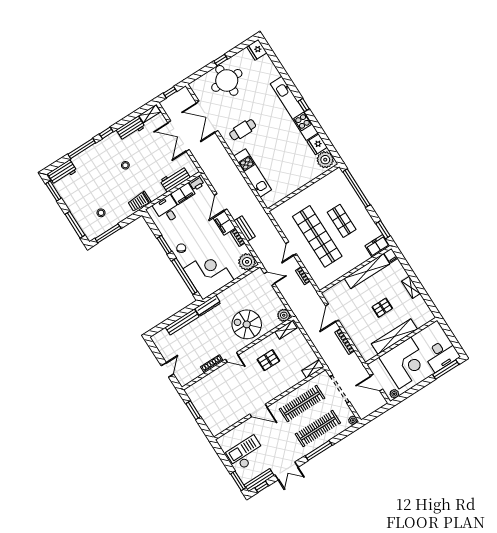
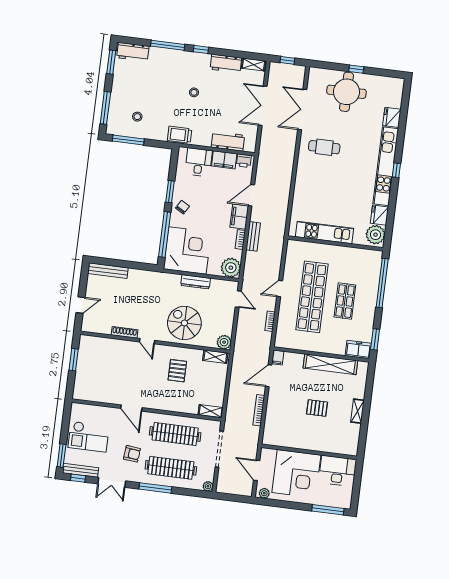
fridge: (257, 50) -> (392, 117), moved
kitchen unit: (253, 173) -> (324, 233), moved, turned -90
filing cabinet: (391, 256) -> (278, 357), moved
dresser: (208, 306) -> (196, 282), moved
bench: (182, 322) -> (108, 271), moved
shelving: (394, 337) -> (307, 443), removed
desk: (441, 355) -> (337, 471), moved, turned 180
pallet: (268, 360) -> (177, 371), turned 90
armchair: (284, 441) -> (132, 454), added
checkout: (246, 453) -> (89, 437), turned 180

